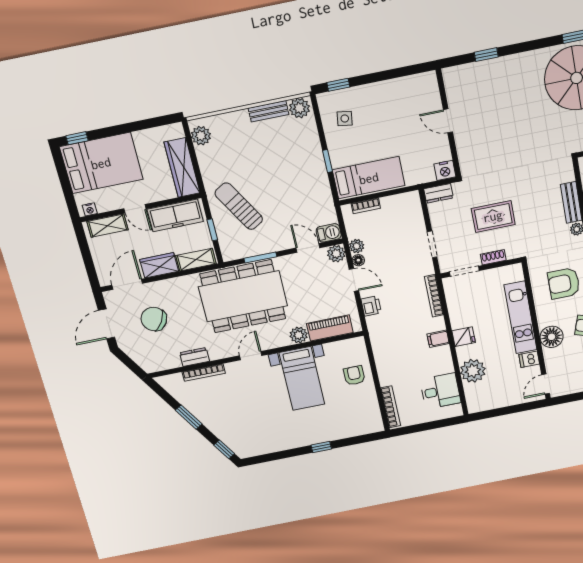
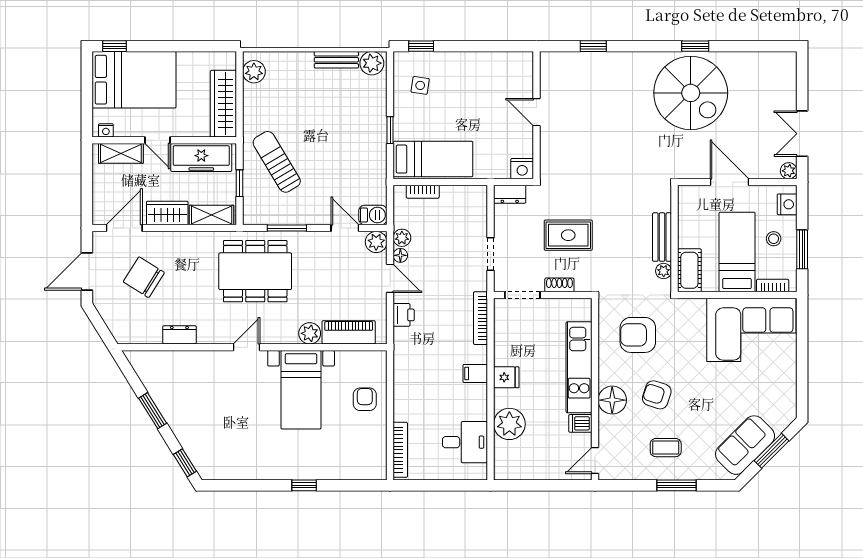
dining table: (243, 296) -> (255, 271), width x0.73, depth x0.80
bookcase: (204, 373) -> (185, 357), removed

